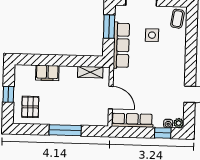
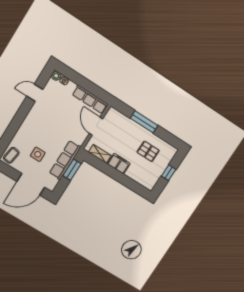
window: (109, 27) -> (72, 170), moved
filing cabinet: (47, 73) -> (119, 164), moved
pallet: (30, 107) -> (148, 151), moved, turned 90
window: (163, 133) -> (73, 76), removed

